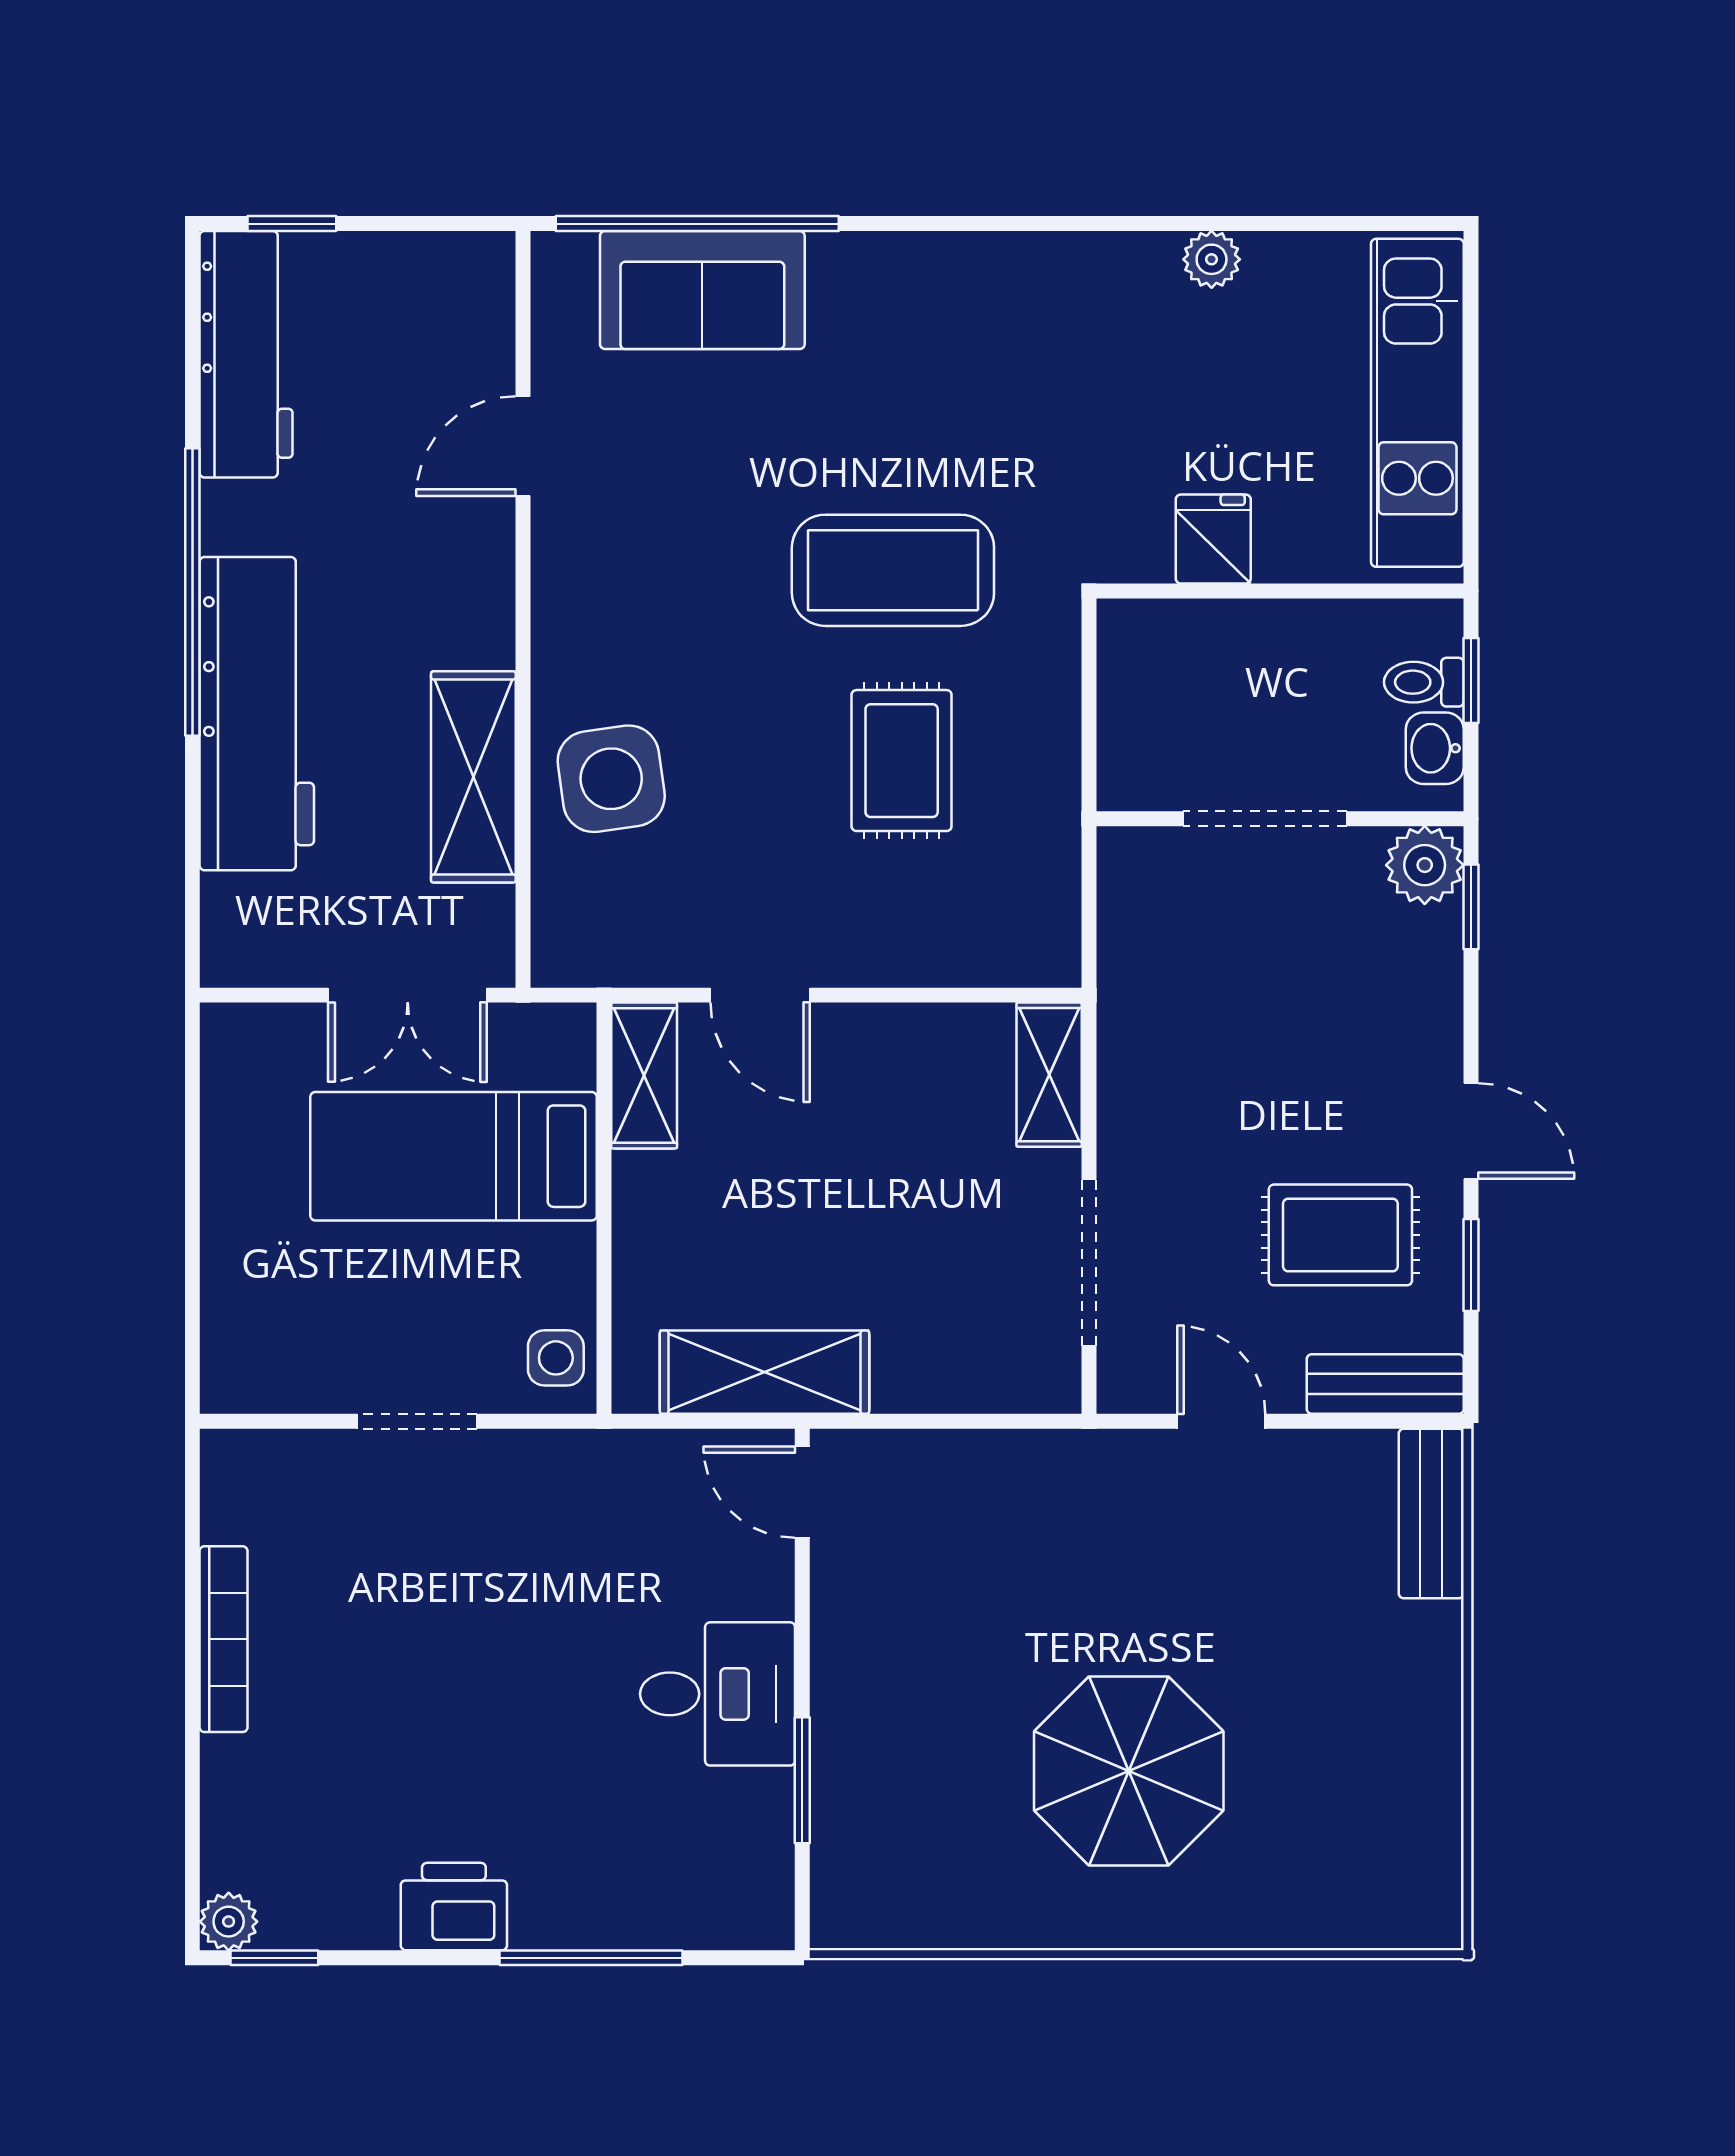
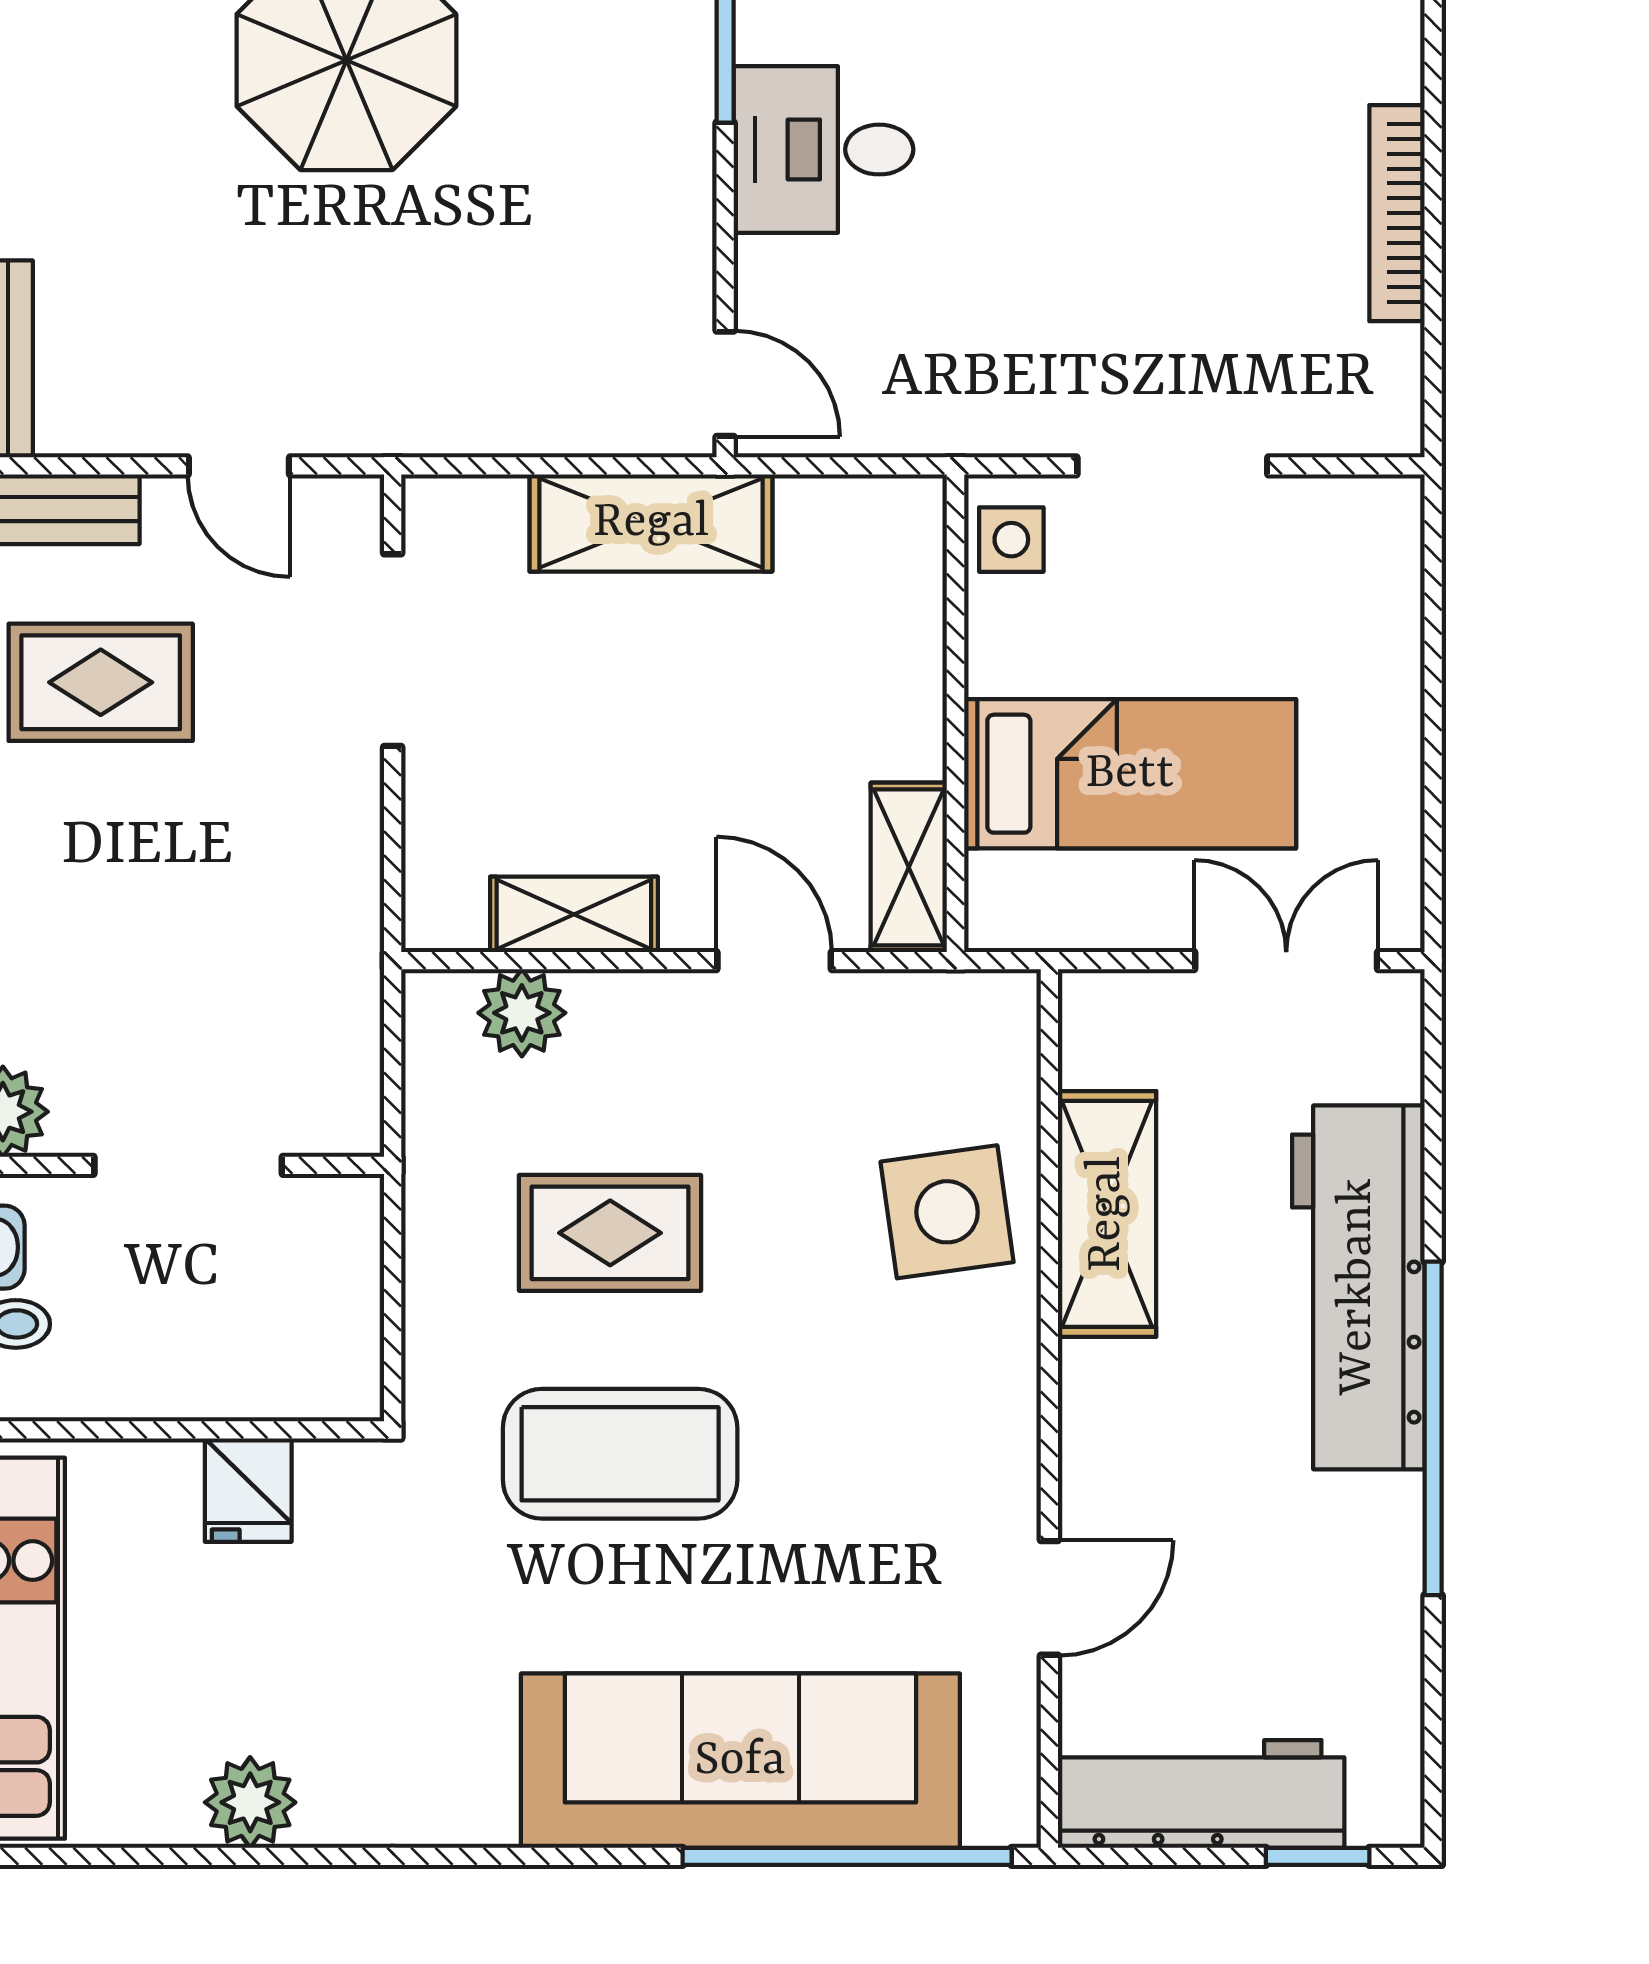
plant: (1212, 259) -> (250, 1802), width x1.38, depth x1.38
sofa: (702, 290) -> (740, 1761), width x1.85, depth x1.27
workbench: (246, 354) -> (1201, 1794), moved, turned 90
rug: (902, 761) -> (610, 1233), turned 90
plant: (978, 950) -> (522, 1013), added
double door: (408, 995) -> (1286, 961), moved
shelving: (1049, 1075) -> (574, 914), moved, turned 90
shelving: (764, 1372) -> (651, 523), moved
doorway: (417, 1421) -> (1172, 466), width x1.38

